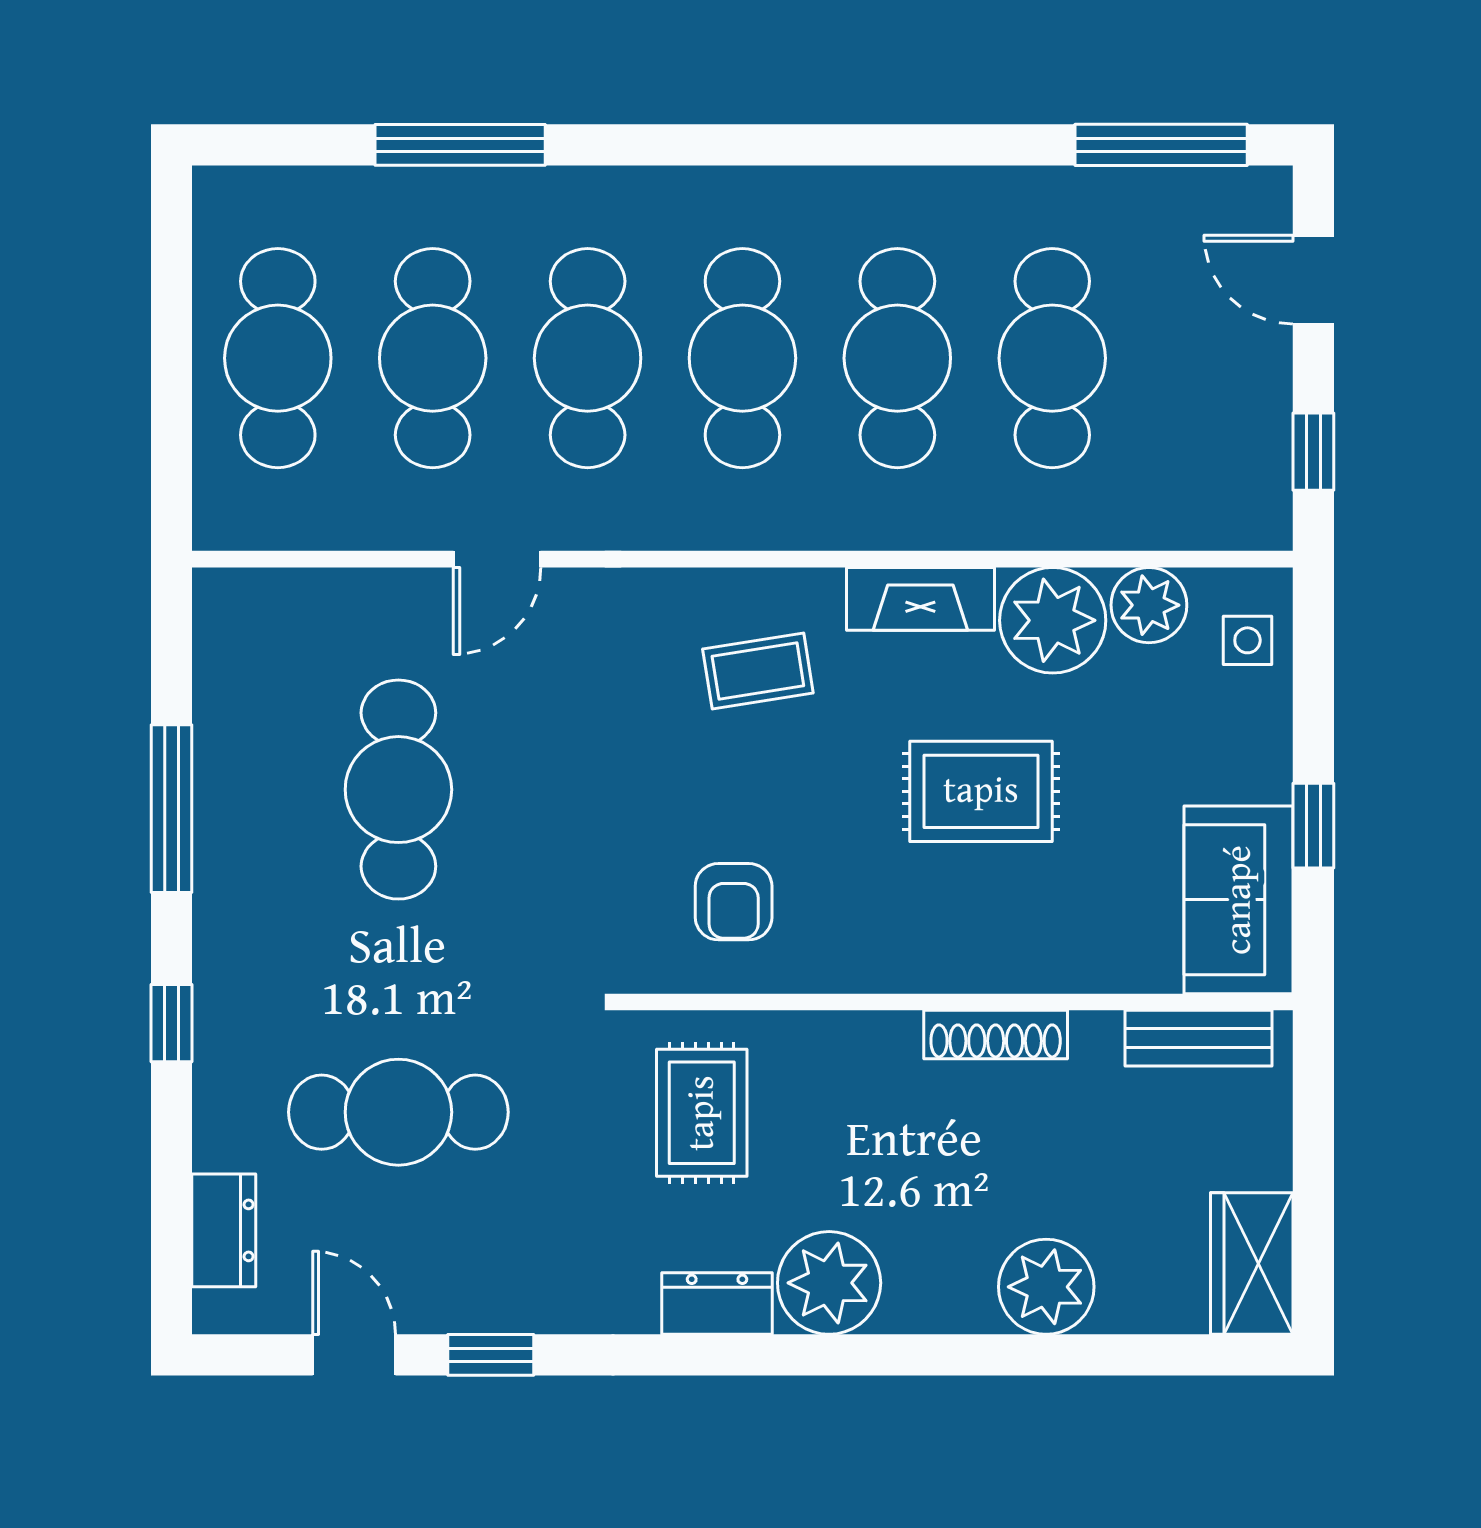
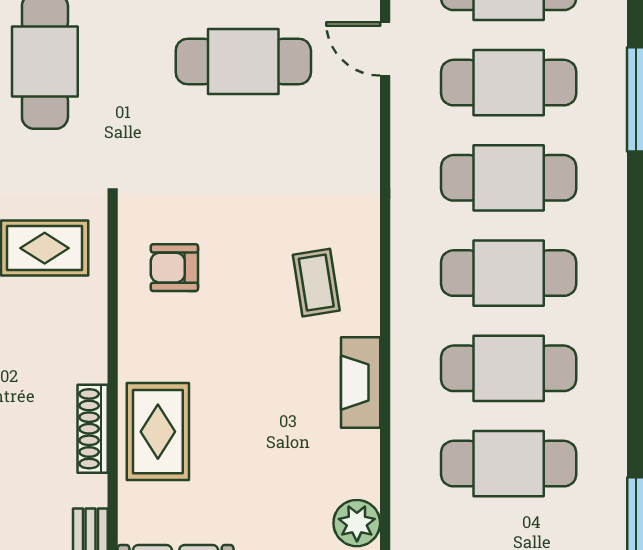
door: (497, 559) -> (385, 49), moved
plant: (1053, 620) -> (347, 464), removed
rug: (981, 791) -> (158, 432), moved

